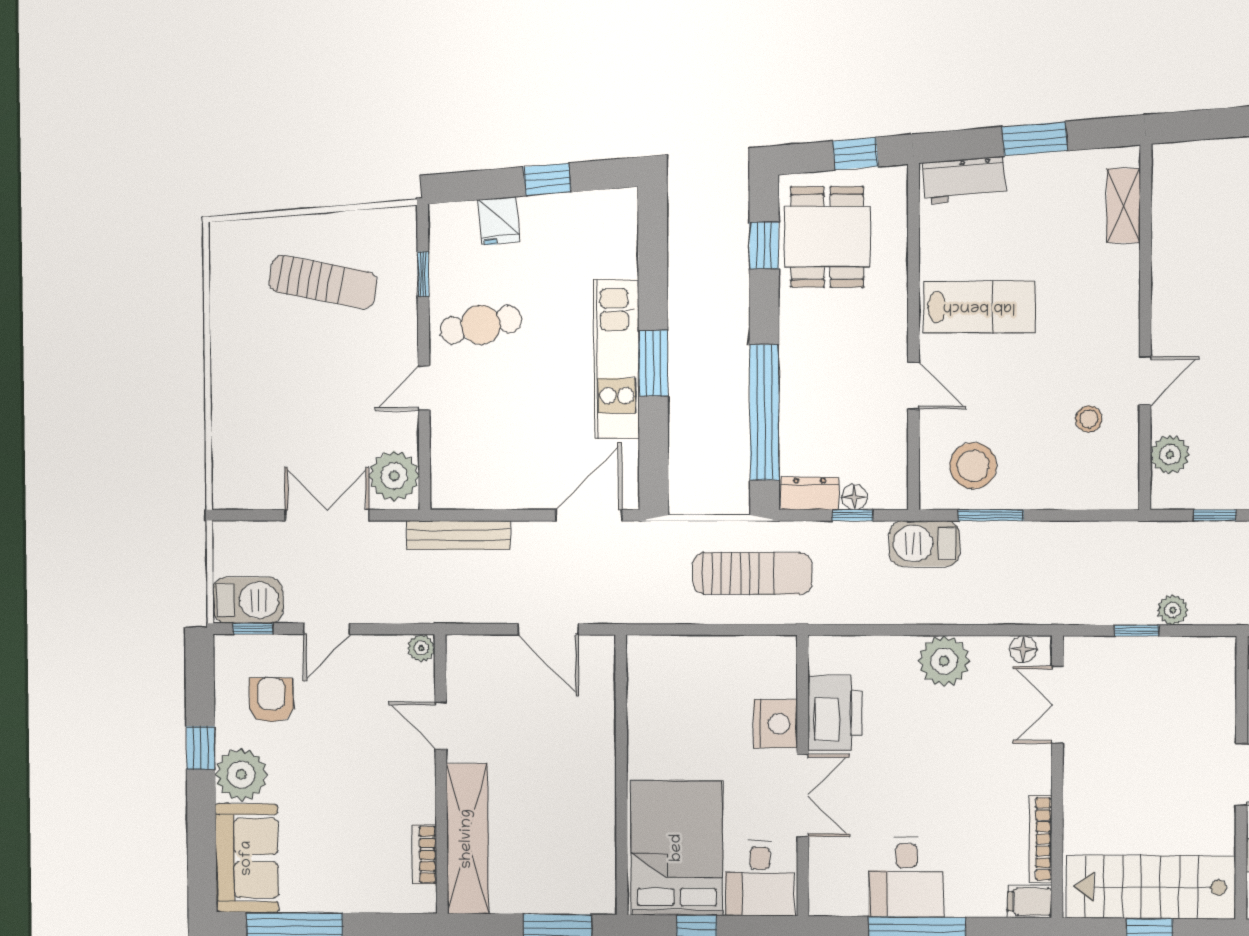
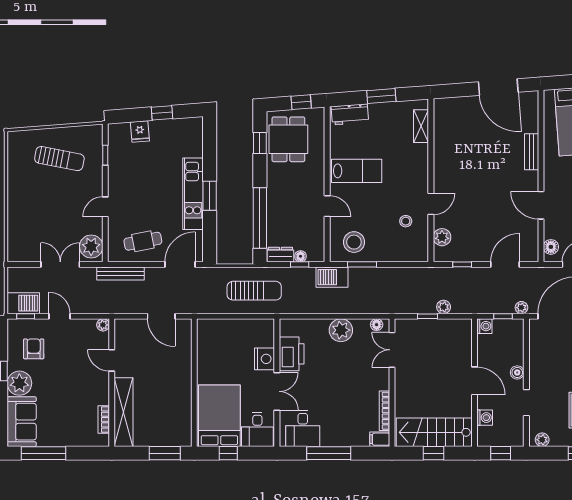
cafe table: (481, 325) -> (143, 241), moved
door: (326, 629) -> (59, 316), swing flipped
desk: (906, 877) -> (303, 428), moved

